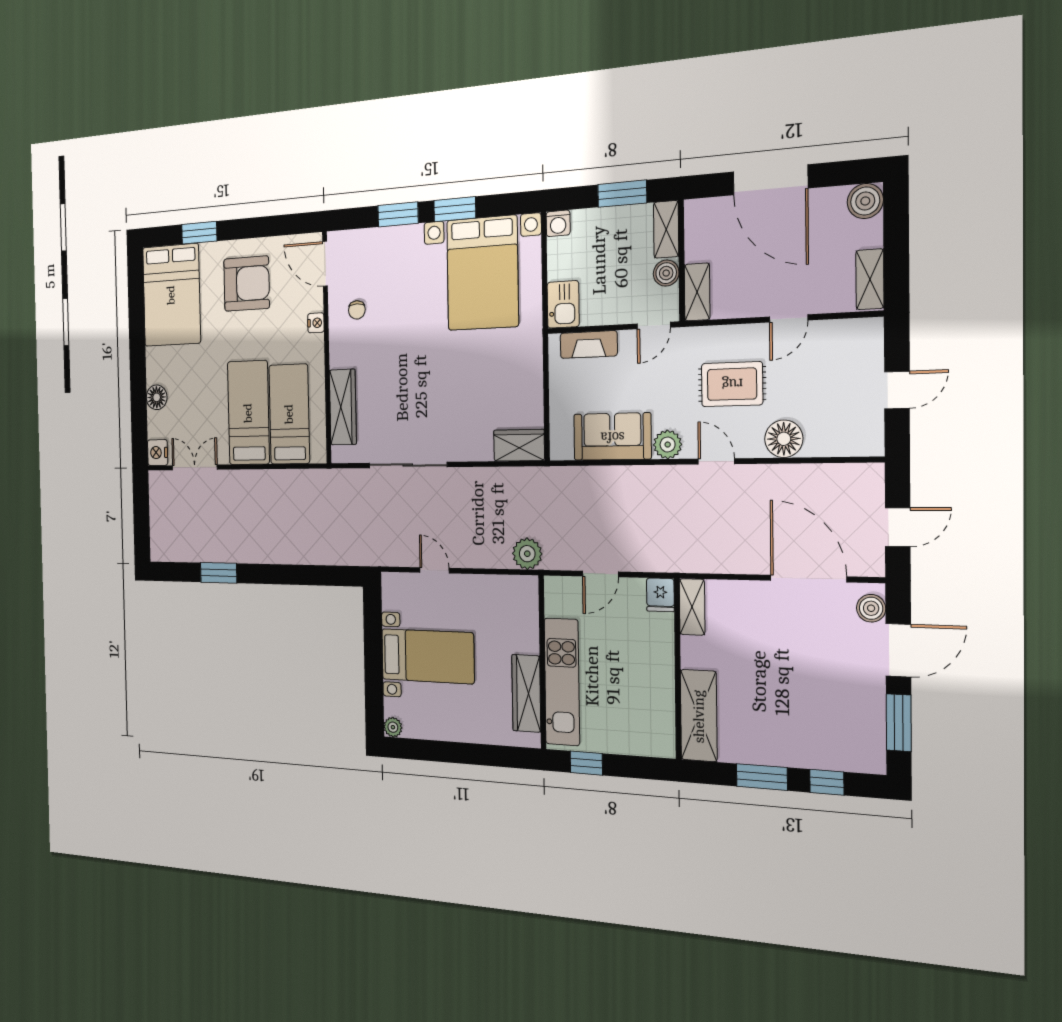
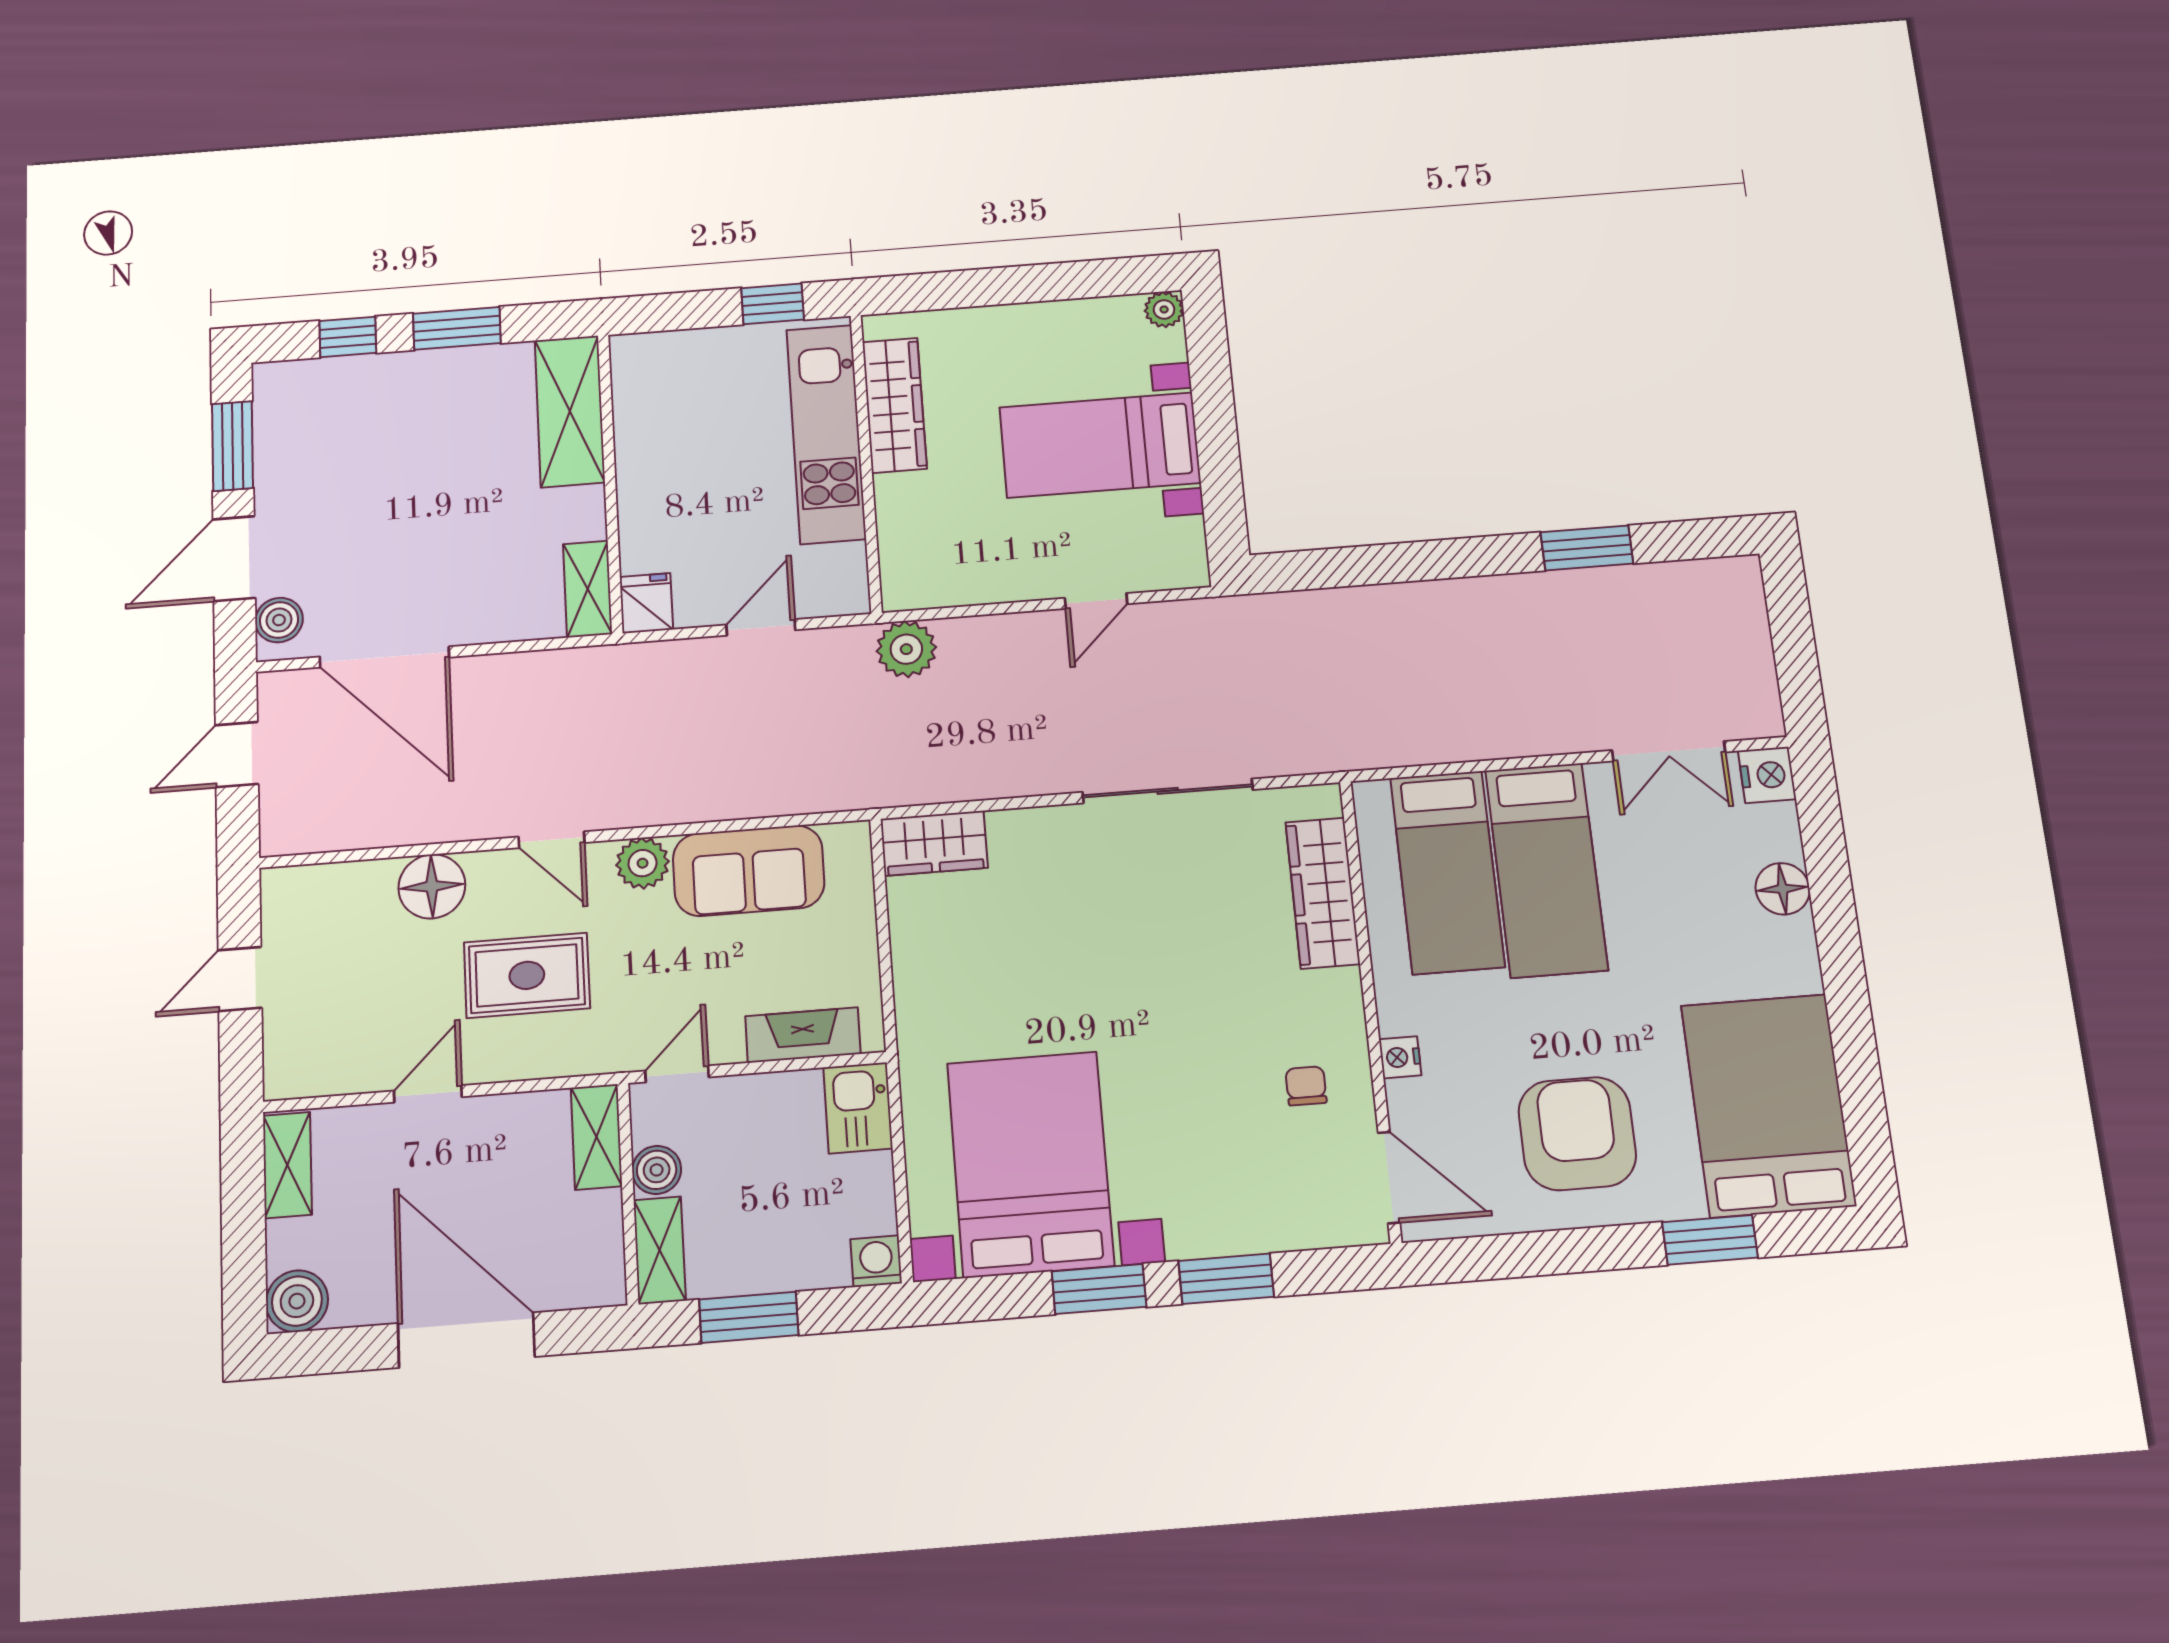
armchair: (247, 284) -> (1577, 1134), turned 90
door: (435, 570) -> (1096, 601), hinge flipped

